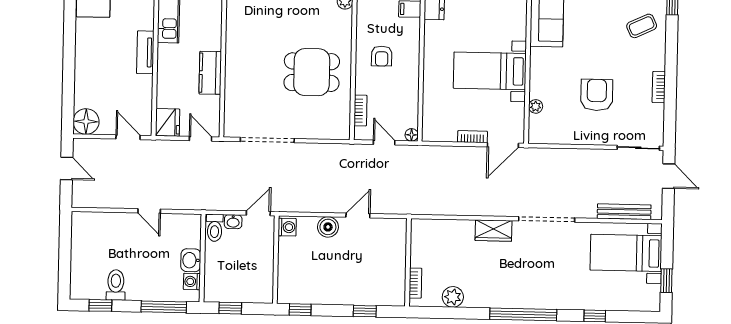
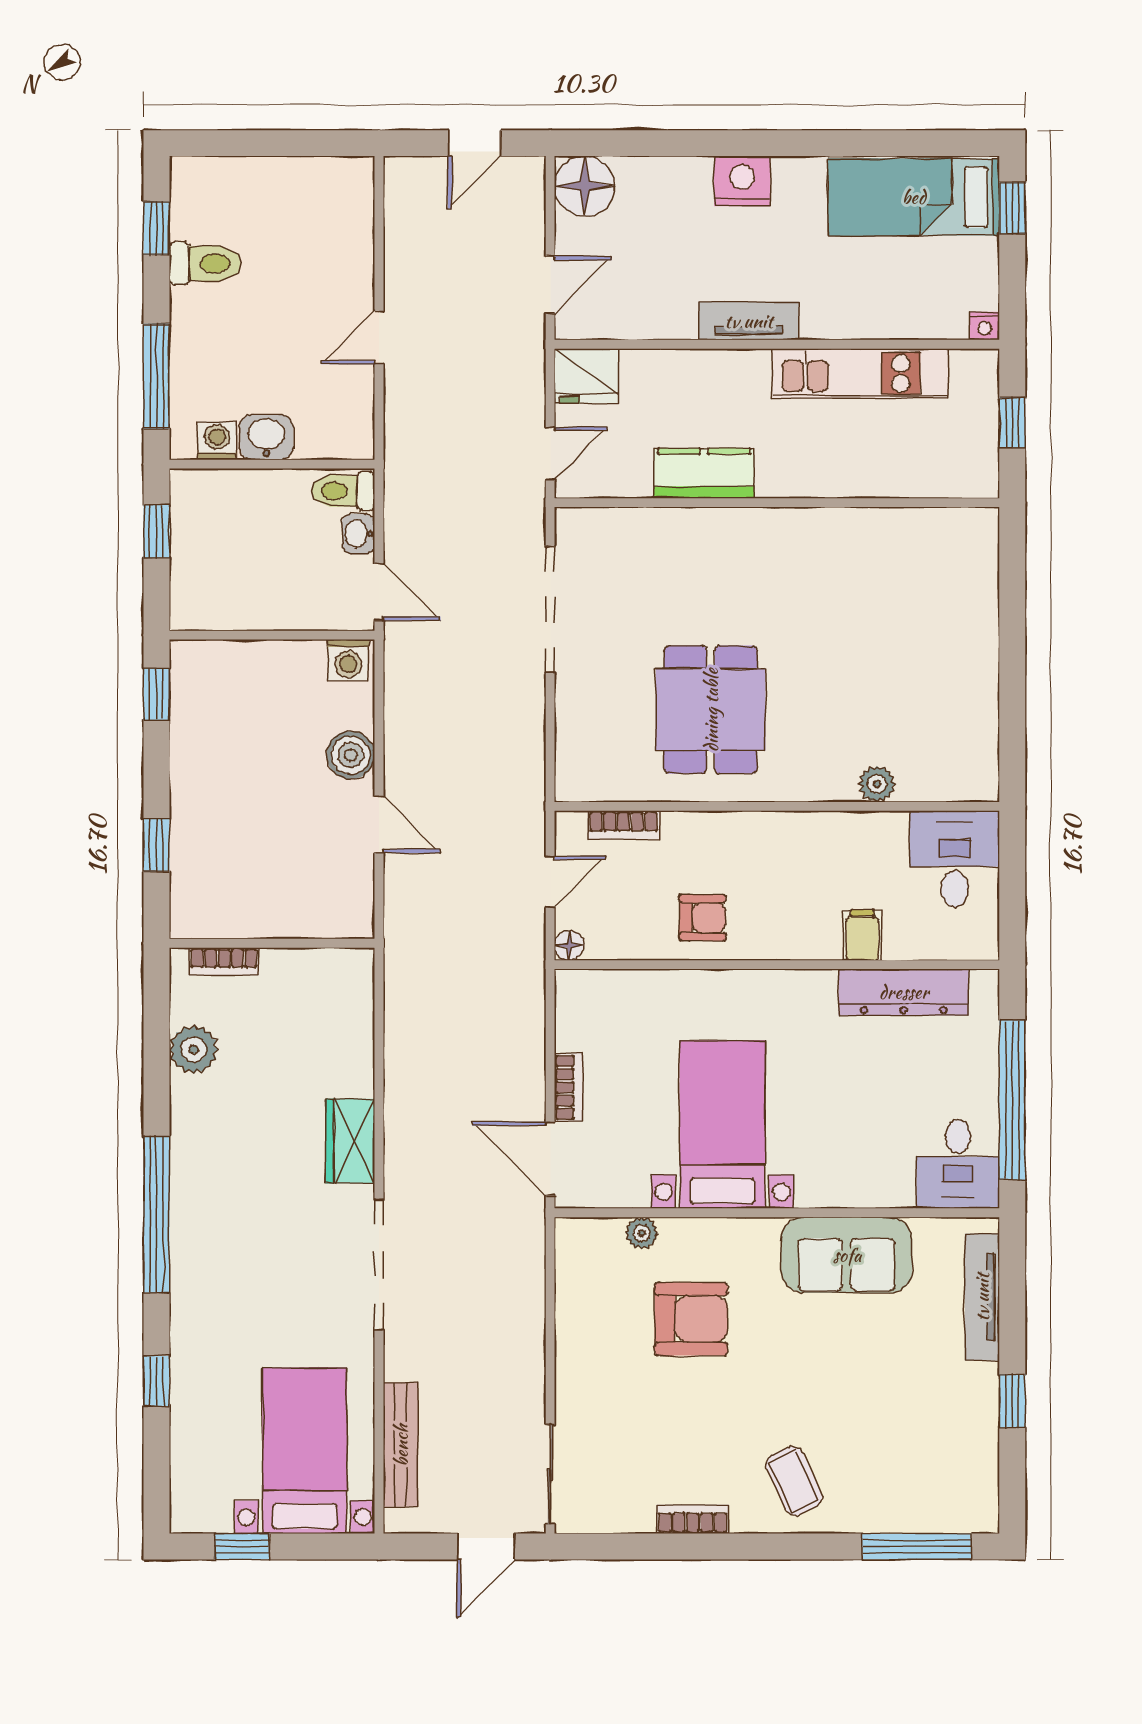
coffee table: (642, 26) -> (794, 1481), moved
nightstand: (85, 54) -> (742, 181), added
armchair: (382, 56) -> (702, 918), moved, turned 180
armchair: (597, 95) -> (691, 1319), moved

